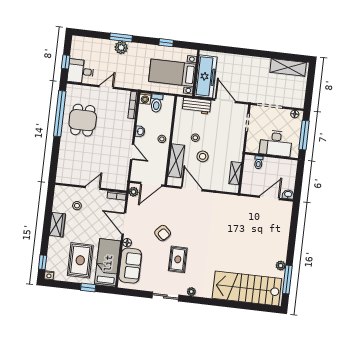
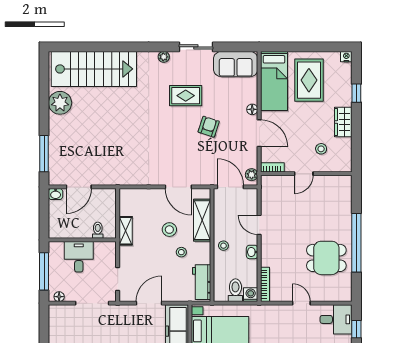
door: (106, 87) -> (301, 303), swing flipped
door: (225, 101) -> (149, 303), swing flipped
workbench: (197, 106) -> (202, 282), moved, turned -90
window: (60, 114) -> (356, 243), moved
dining table: (83, 120) -> (326, 258), turned 90
desk: (276, 143) -> (79, 257), width x0.73
shelving: (235, 173) -> (126, 231), moved
door: (151, 184) -> (230, 187), hinge flipped
armchair: (163, 233) -> (209, 127), turned 65
rug: (178, 259) -> (186, 96), turned 90
window: (43, 262) -> (356, 93), moved
sofa: (130, 266) -> (236, 64), moved, turned -90
plant: (281, 266) -> (60, 103), width x1.88, depth x1.88
window: (287, 279) -> (44, 154), moved
window: (88, 288) -> (295, 47), removed

